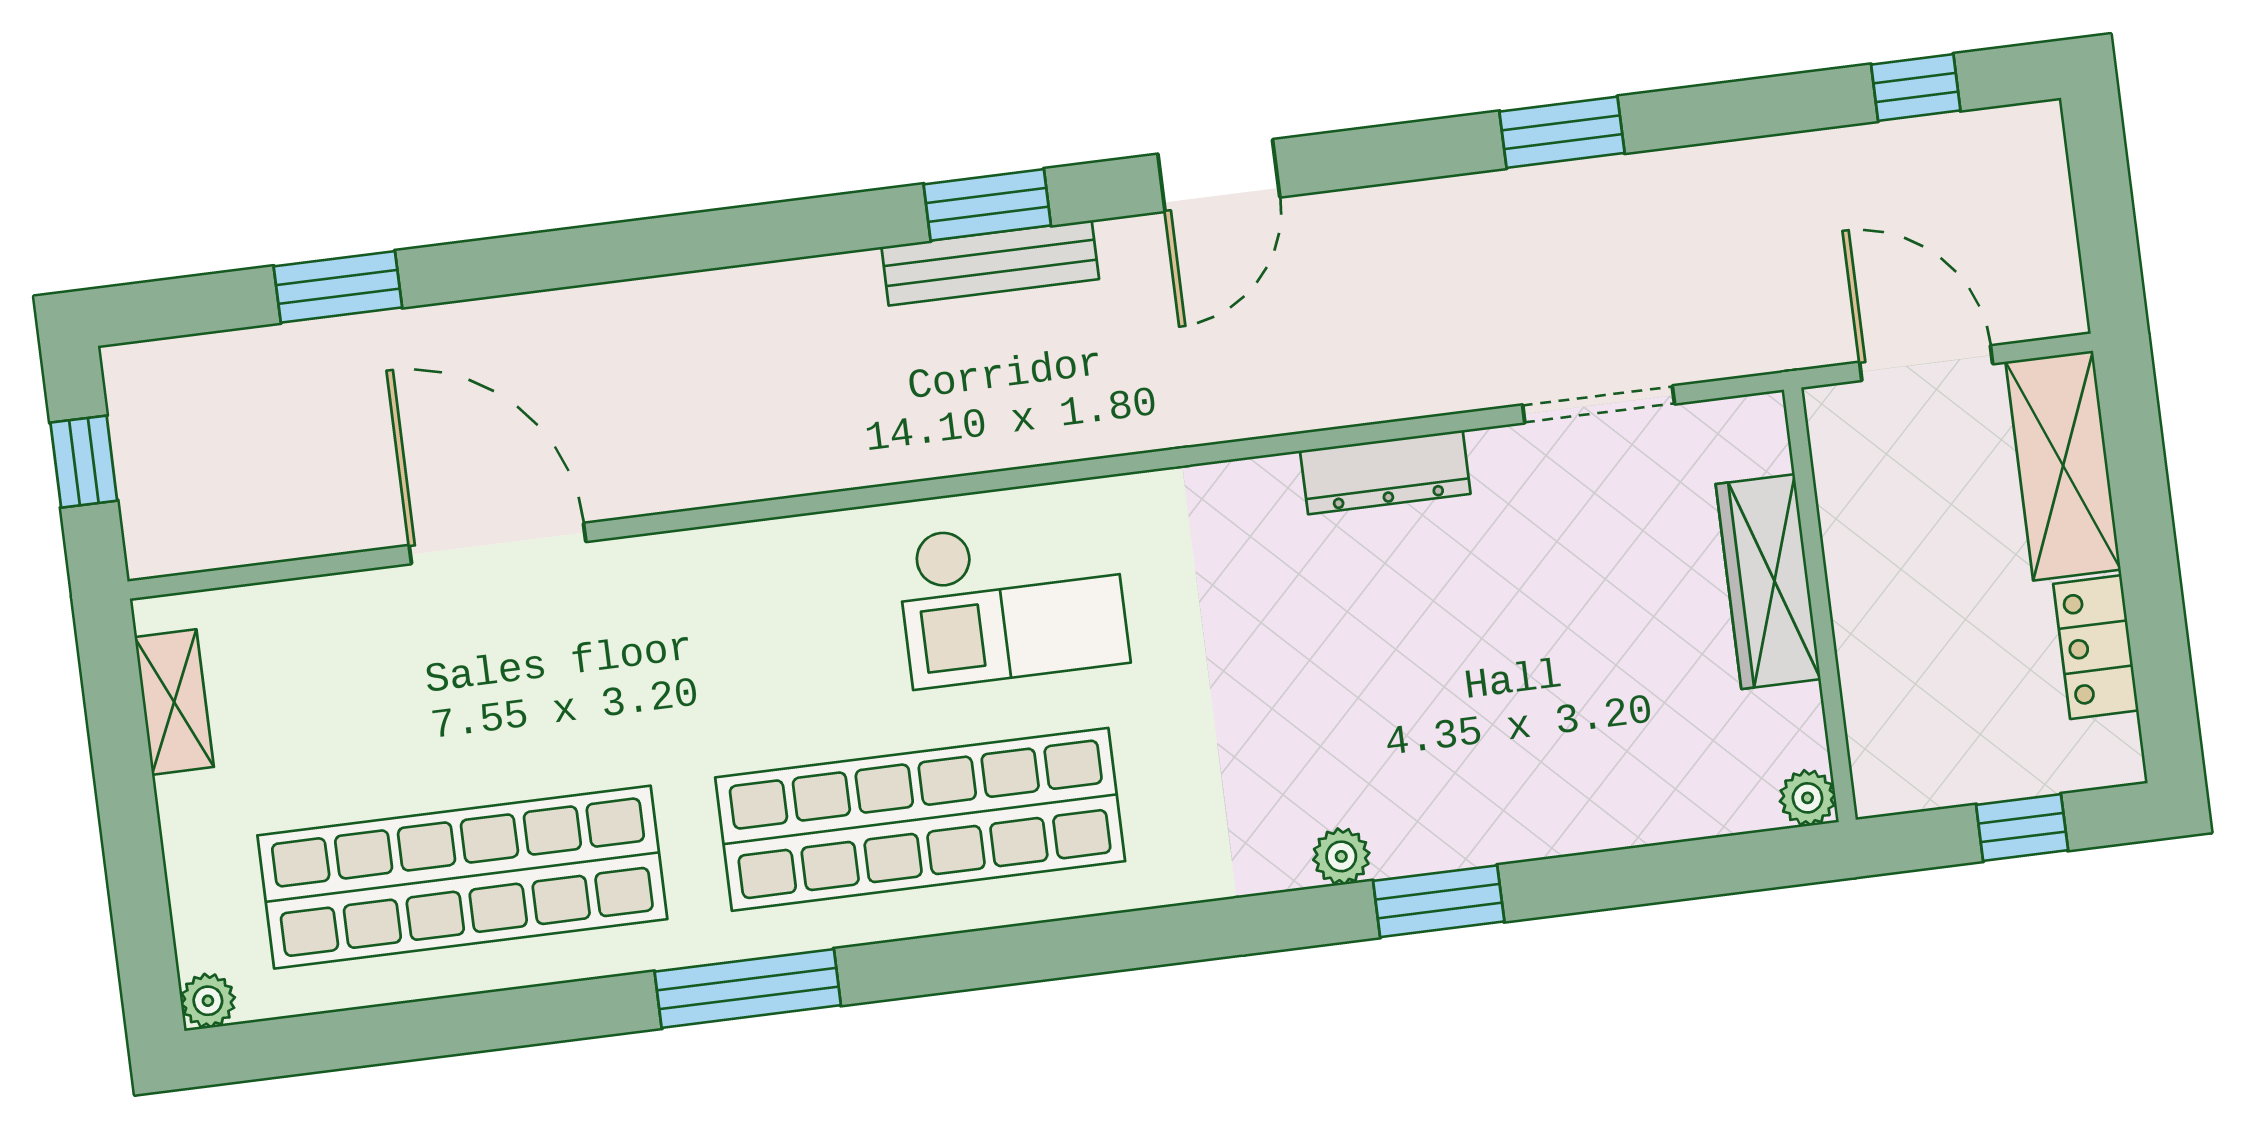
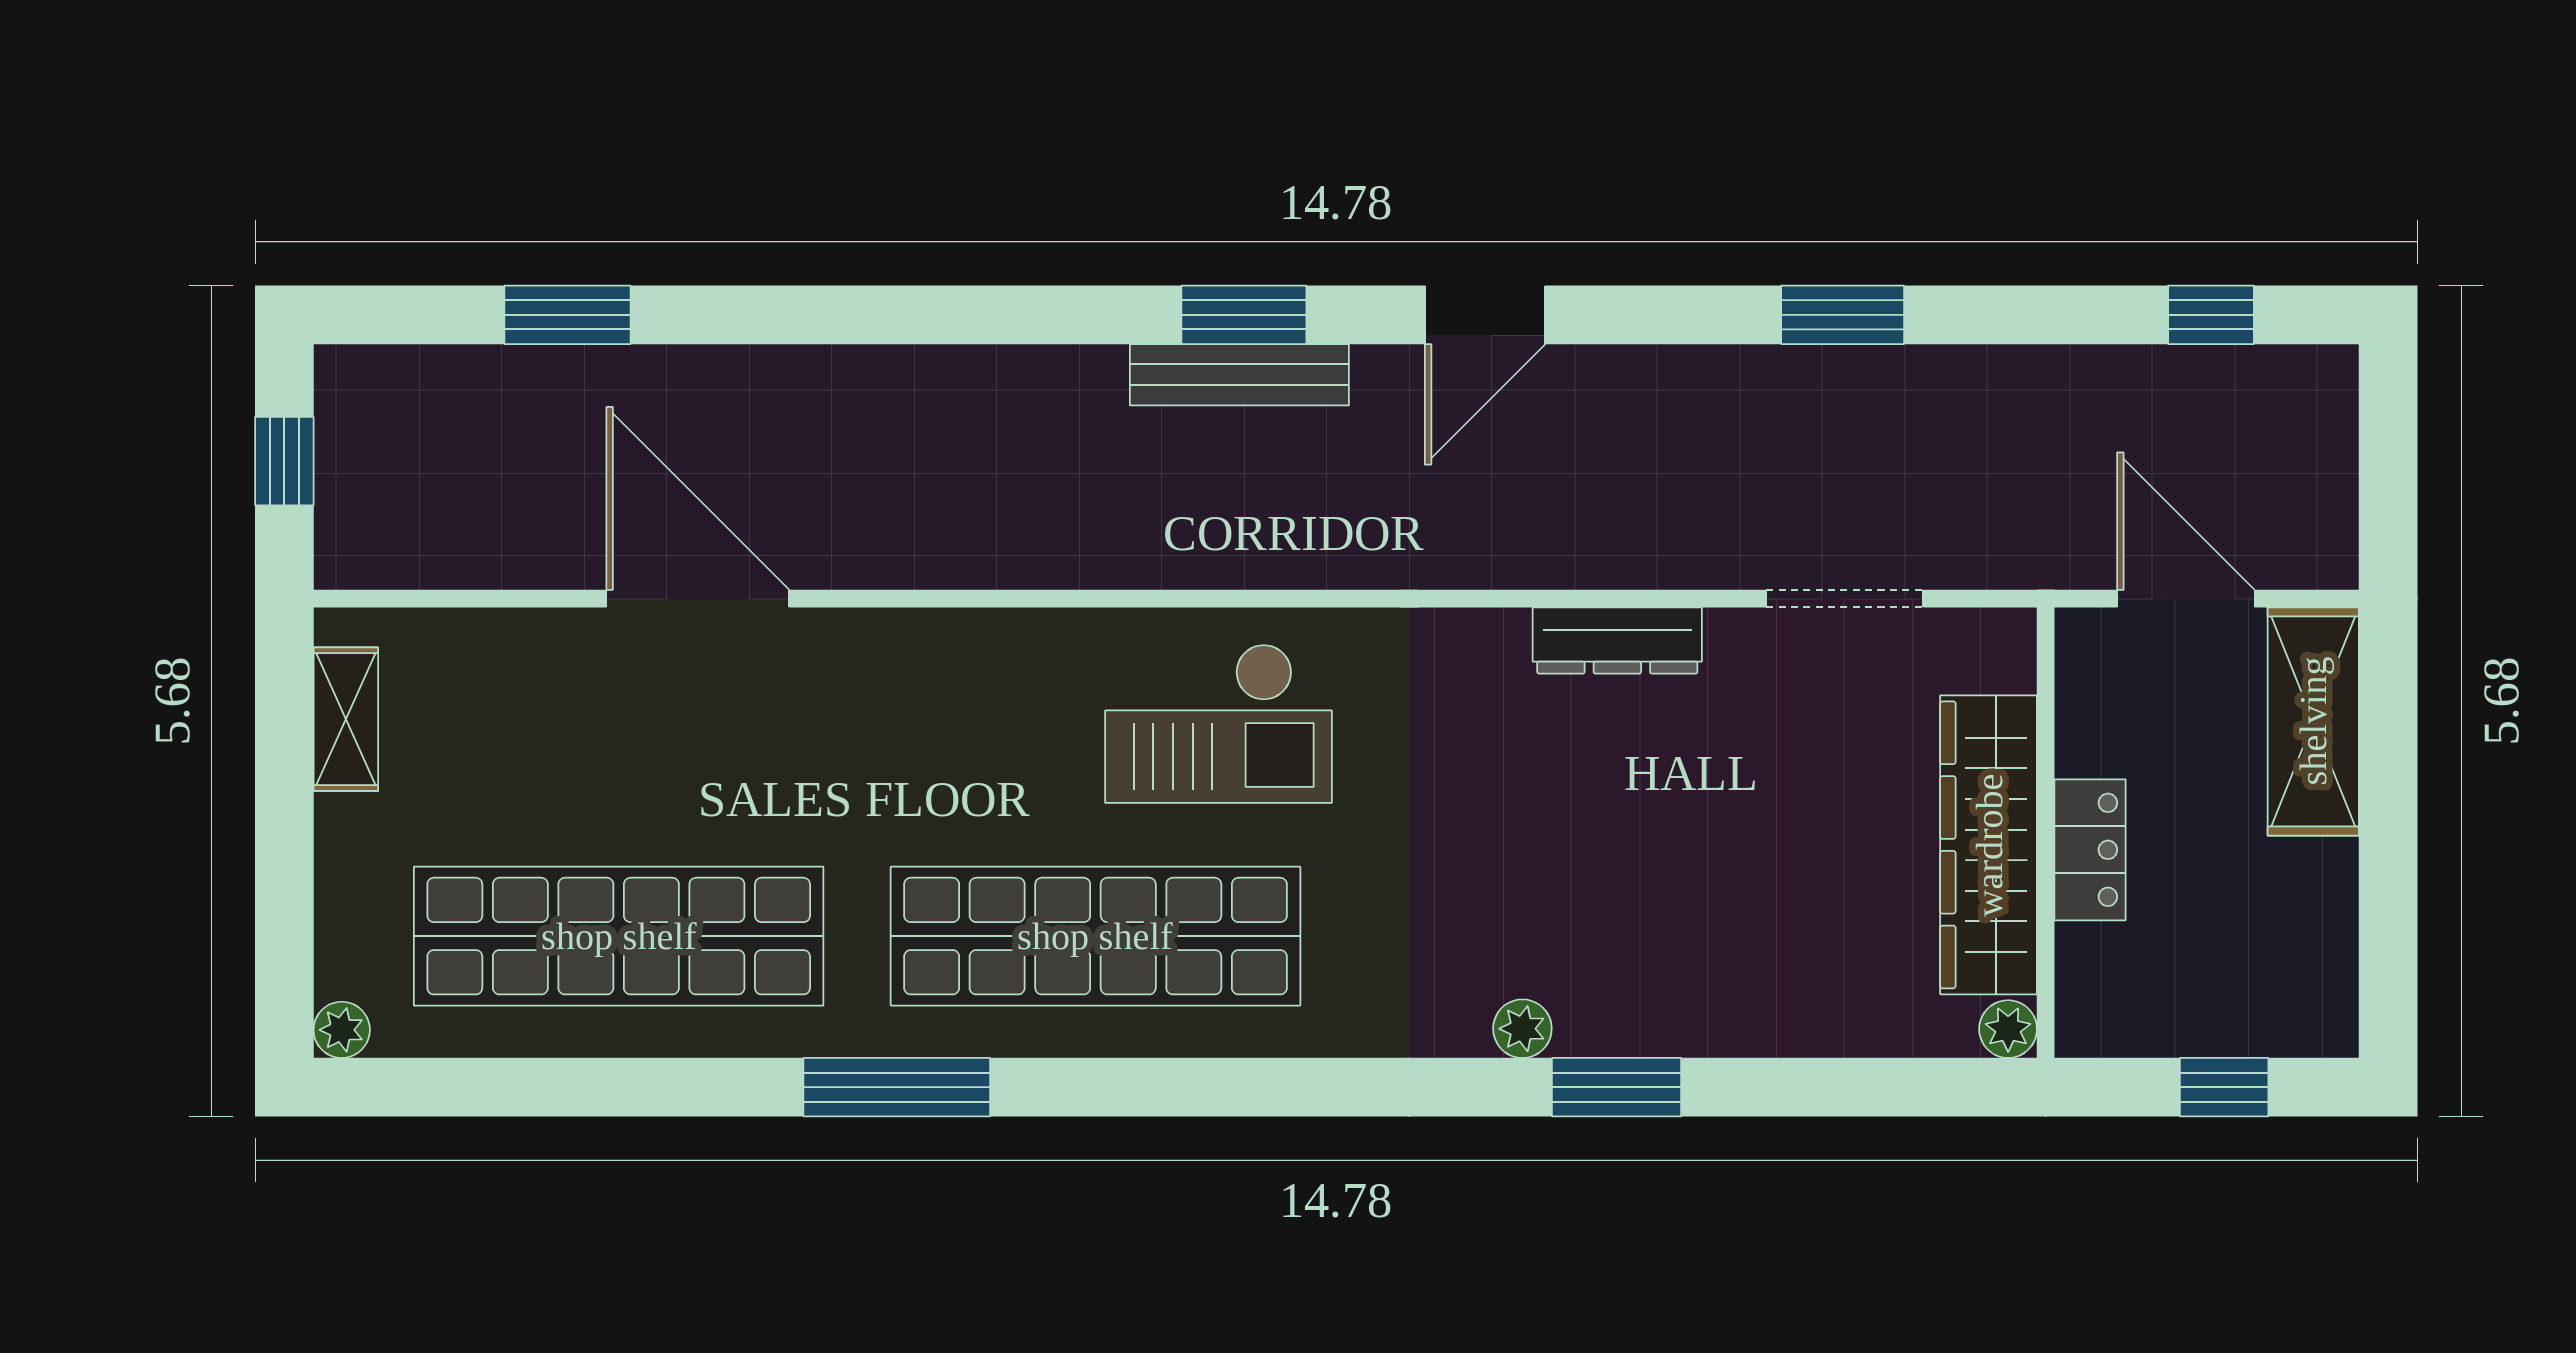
wardrobe: (1768, 582) -> (1989, 845), width x1.40, depth x1.17
locker: (2096, 647) -> (2090, 850), moved, turned 180

